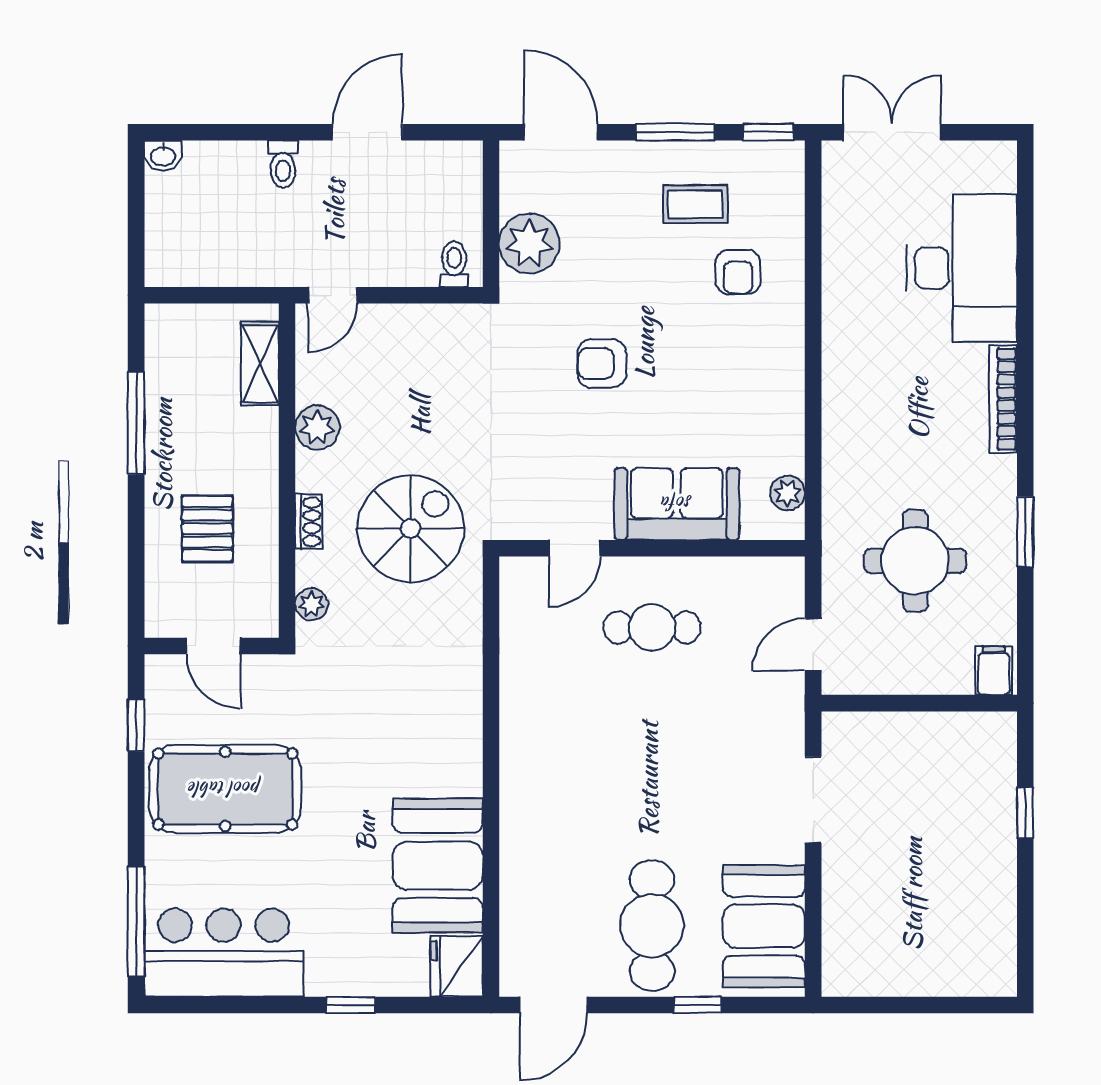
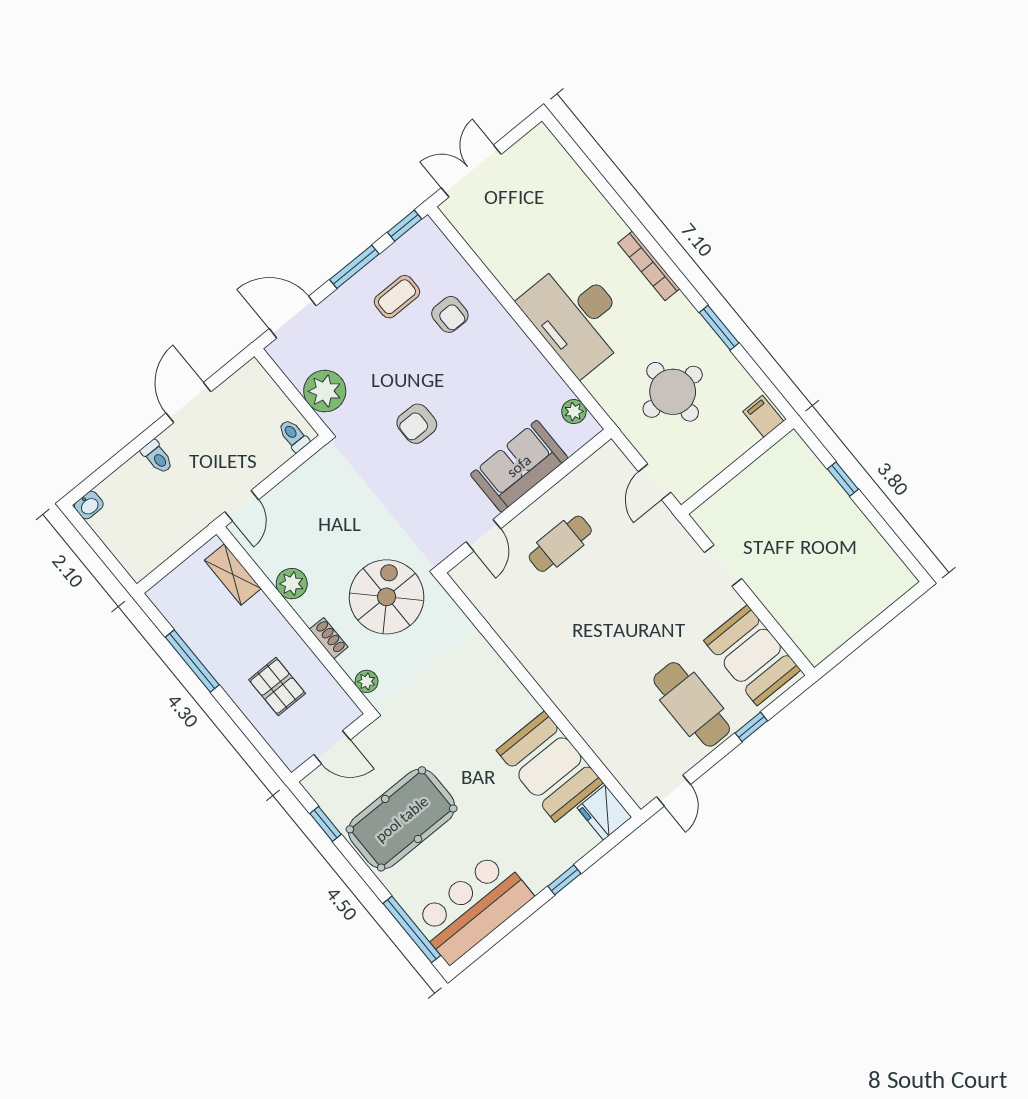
desk: (962, 268) -> (577, 317), moved, turned 180
doorway: (813, 800) -> (723, 566), width x0.73
door: (553, 1005) -> (673, 791), width x0.73

